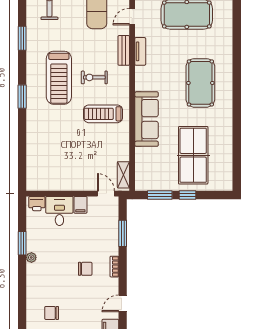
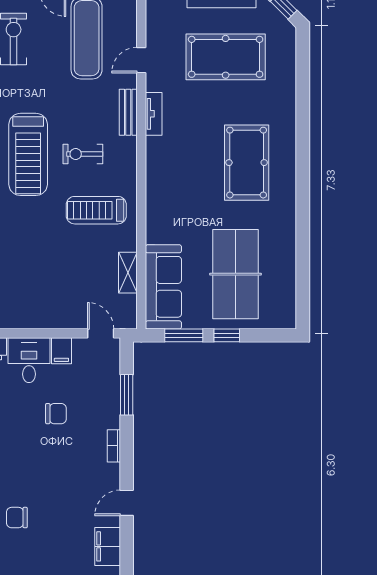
sofa: (147, 119) -> (163, 287), moved
shelving: (123, 175) -> (128, 273), moved
chair: (85, 269) -> (56, 414), moved

